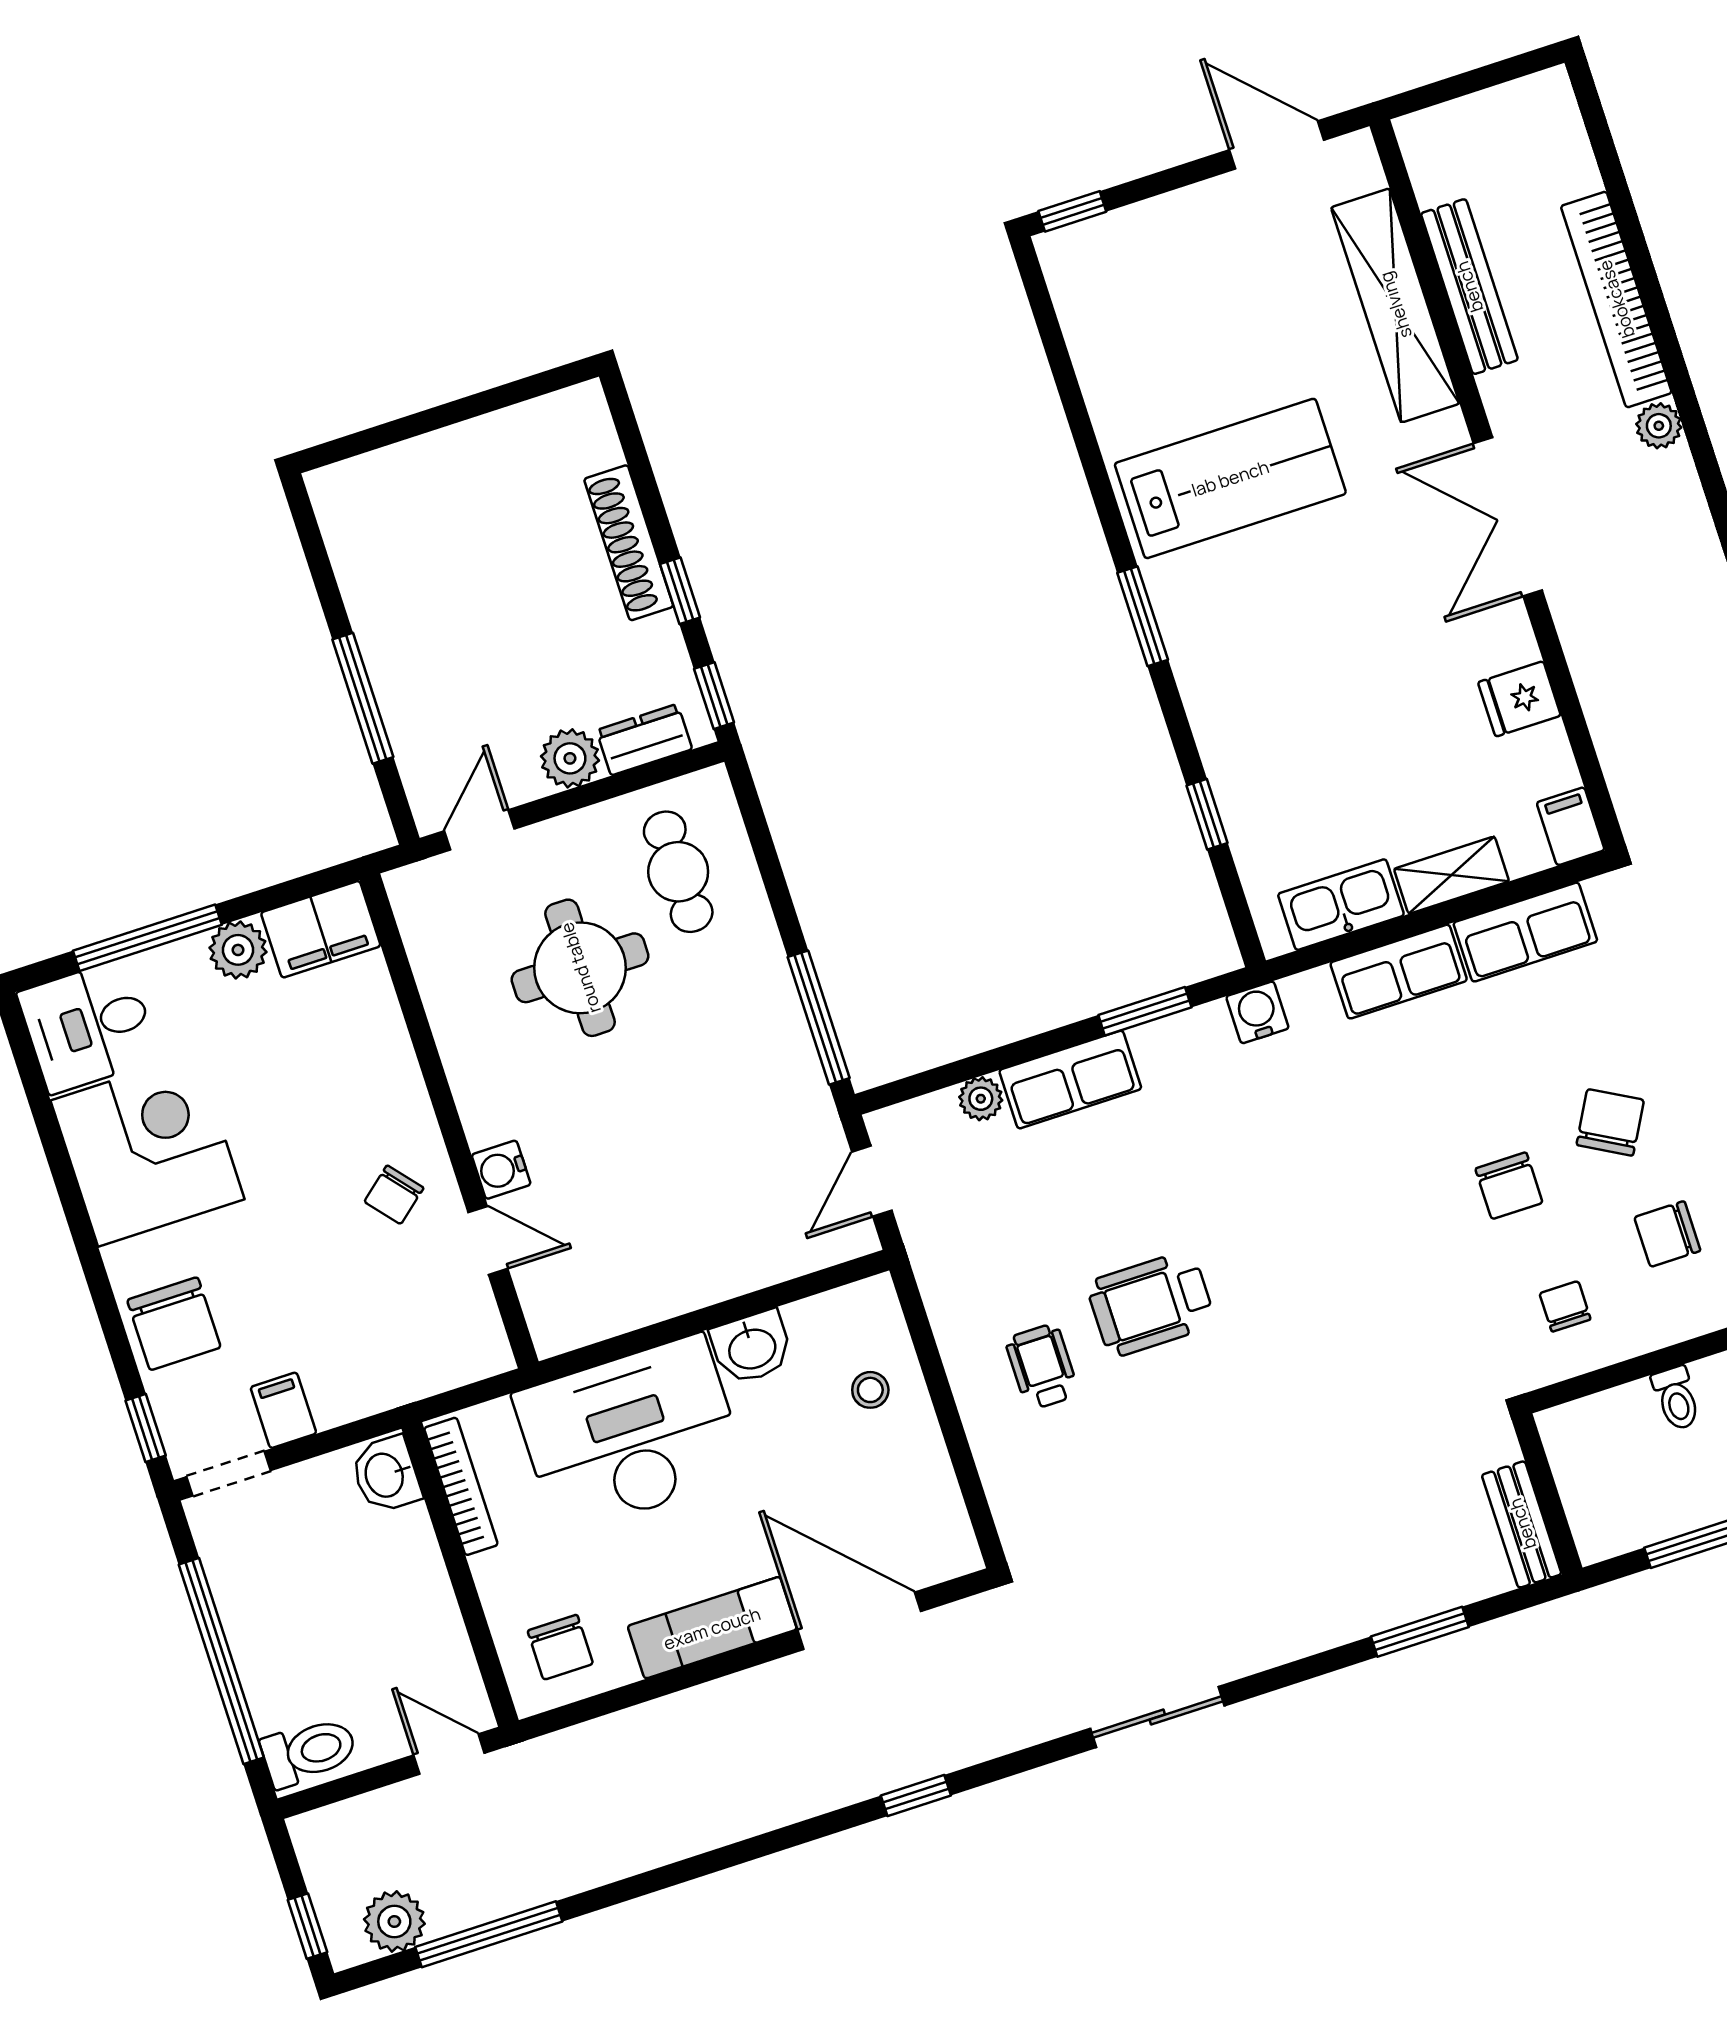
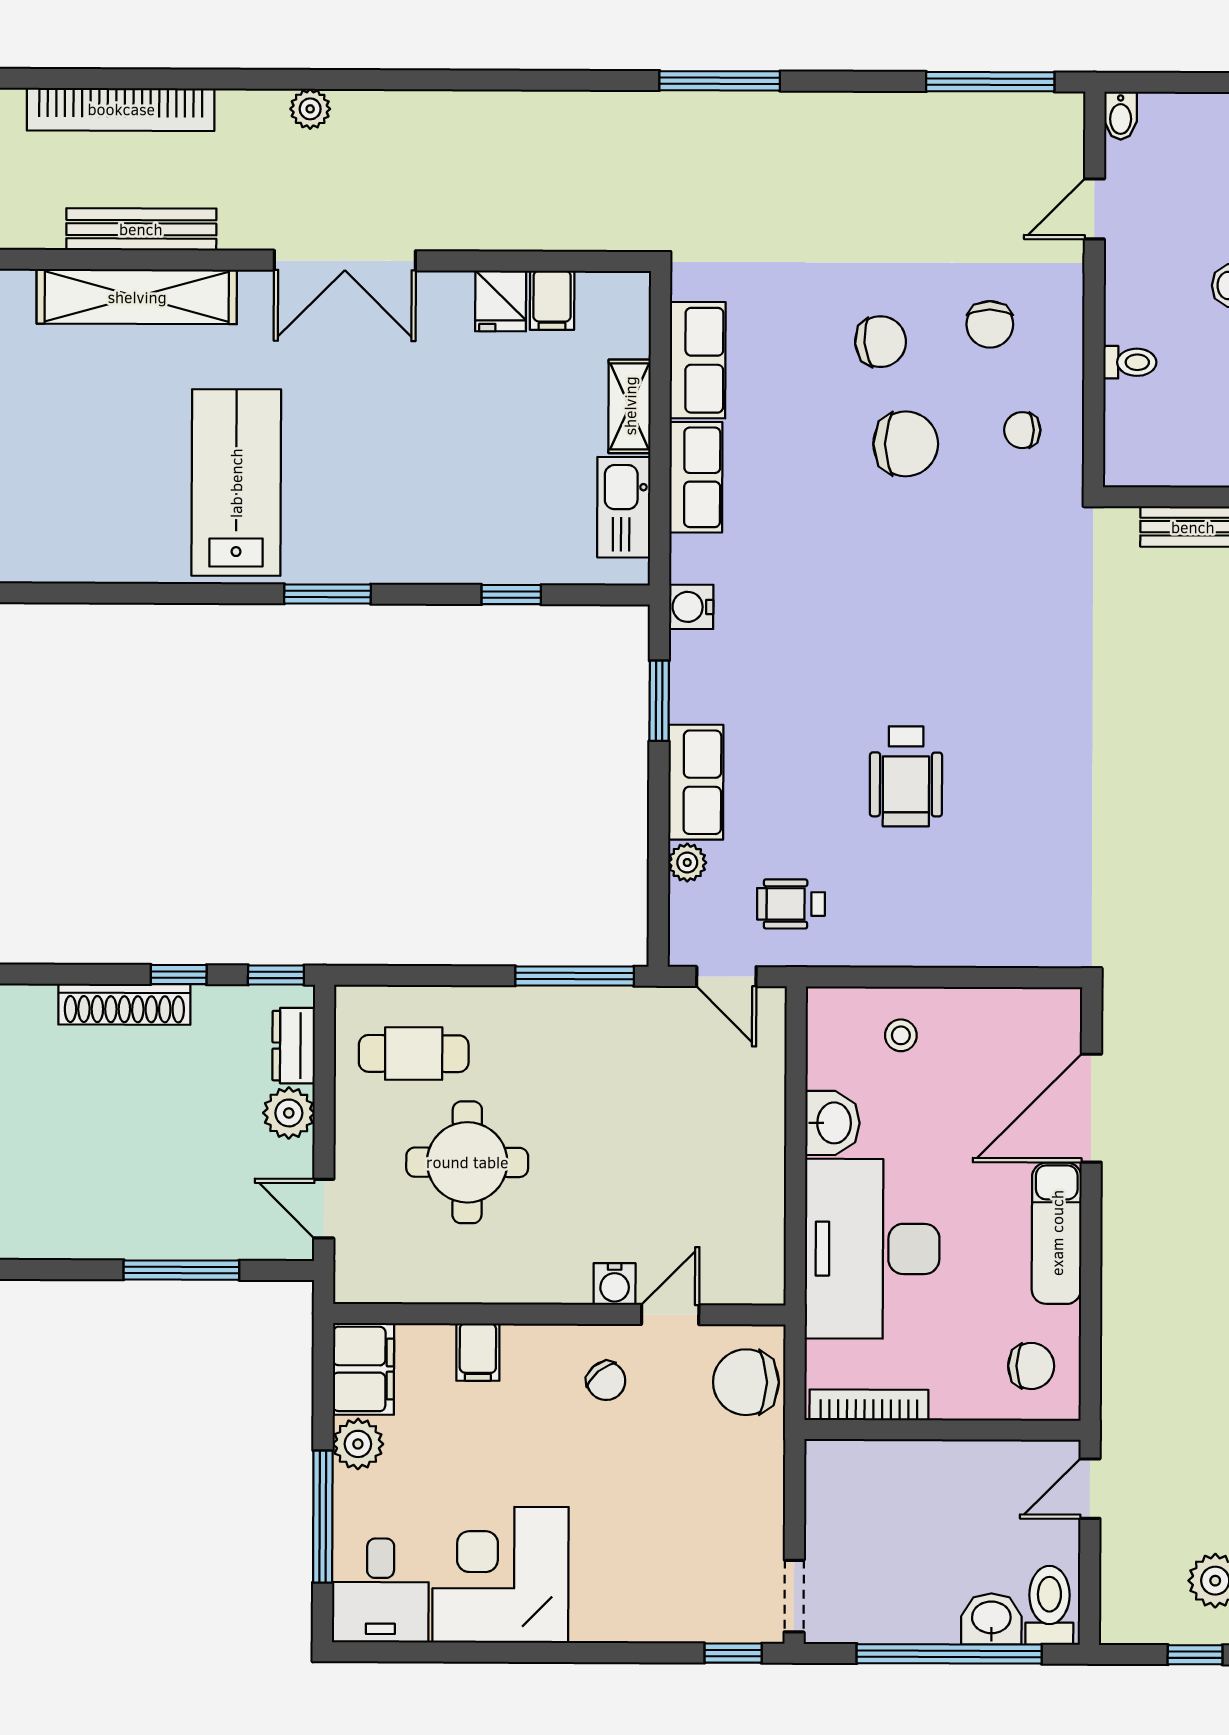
bookcase: (1616, 299) -> (121, 109), moved
filing cabinet: (1571, 826) -> (552, 300), moved, turned -90
chair: (1610, 1122) -> (881, 342), turned 146
chair: (1509, 1186) -> (906, 444), width x1.37, depth x1.37
chair: (174, 1324) -> (746, 1382), moved, turned 180
wheelchair: (1042, 1367) -> (791, 904), moved
filing cabinet: (283, 1410) -> (478, 1352), moved, turned -90
washbasin: (386, 1475) -> (991, 1619), moved, turned 180

